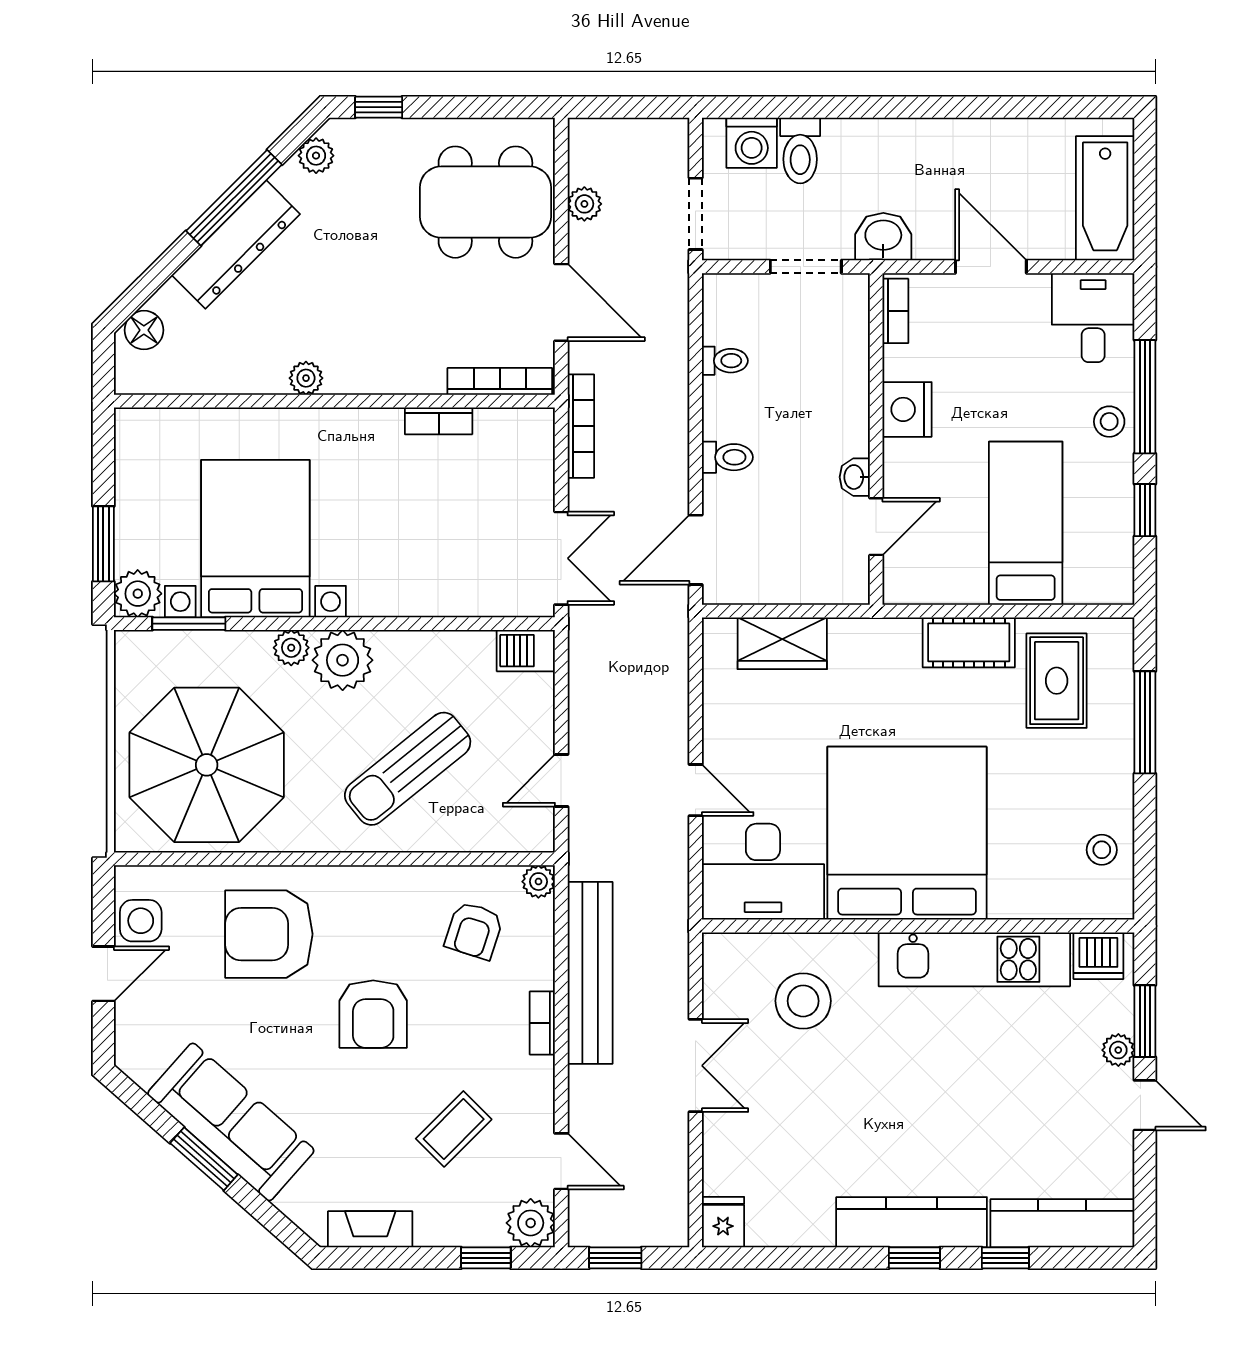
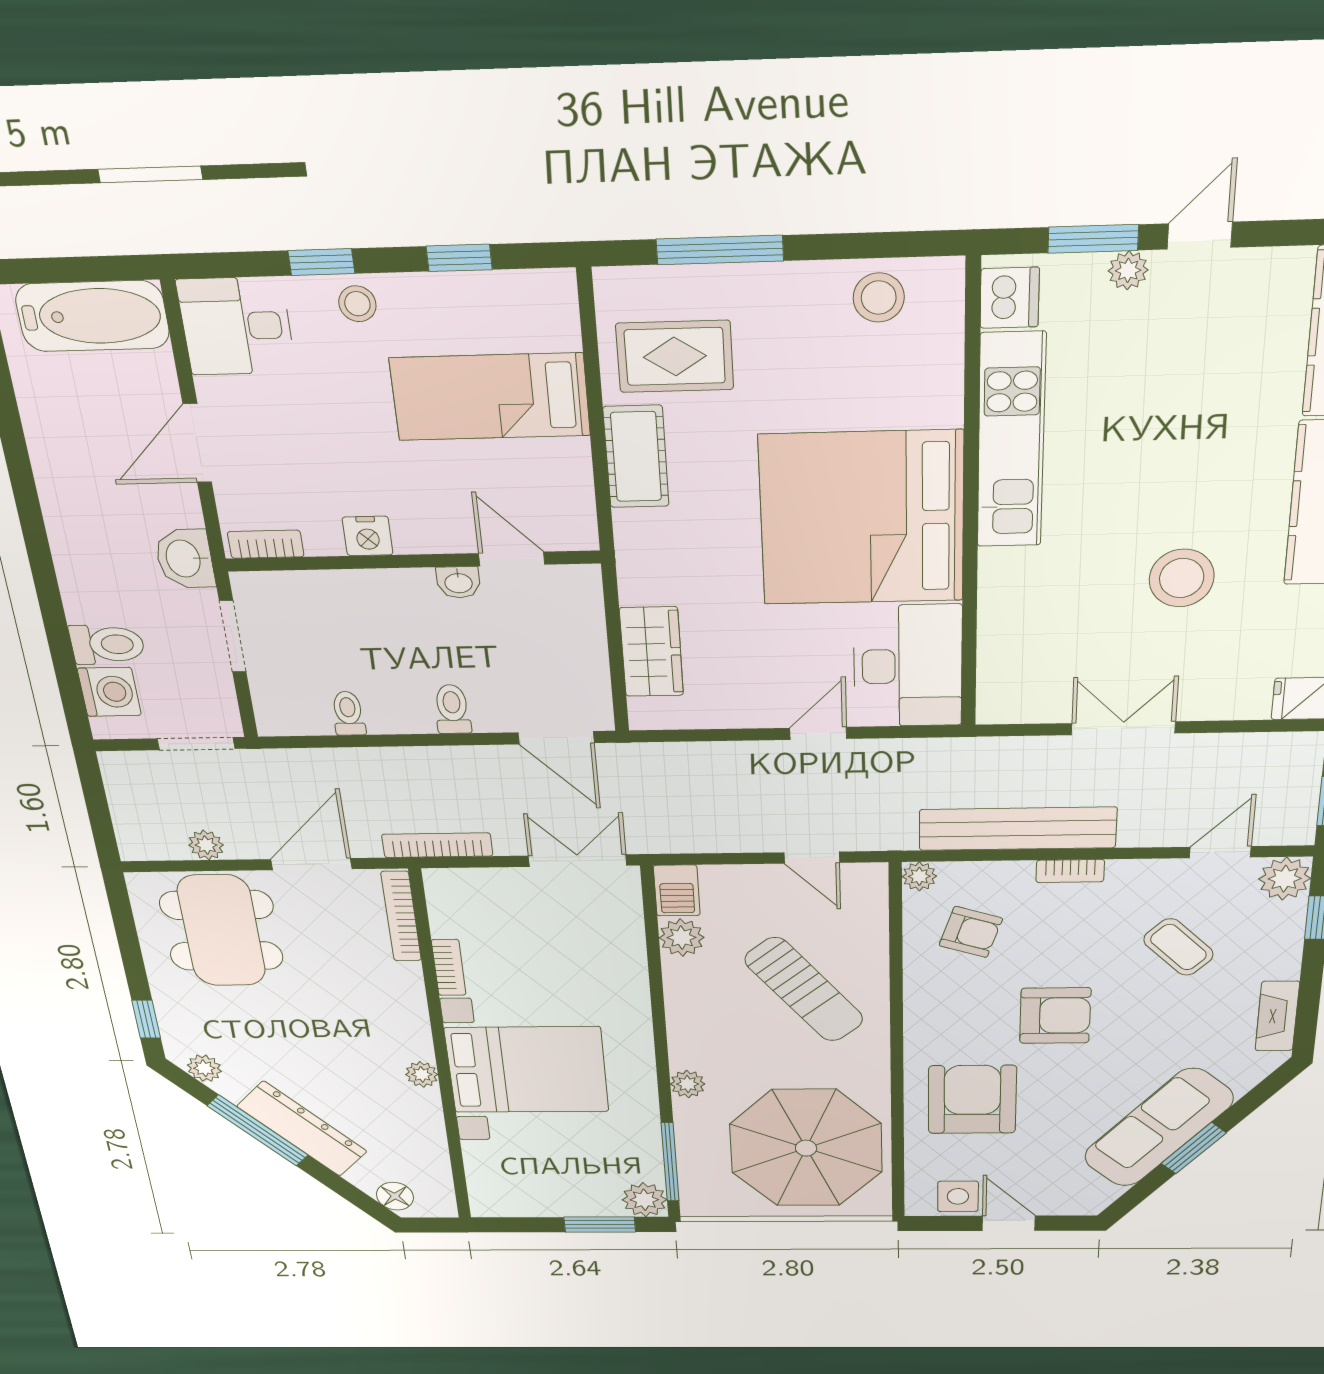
window: (1145, 397) -> (321, 262), width x0.46
nightstand: (907, 409) -> (368, 536), width x0.74, depth x0.75
bed with nightstands: (255, 539) -> (527, 1070), moved, turned 180
window: (189, 624) -> (670, 1162), width x1.44
plant: (343, 660) -> (682, 938), moved, width x0.73, depth x0.73
stool: (1102, 850) -> (879, 298), width x1.37, depth x1.37
armchair: (269, 934) -> (972, 1100), turned 180
stool: (803, 1001) -> (1182, 578), moved

